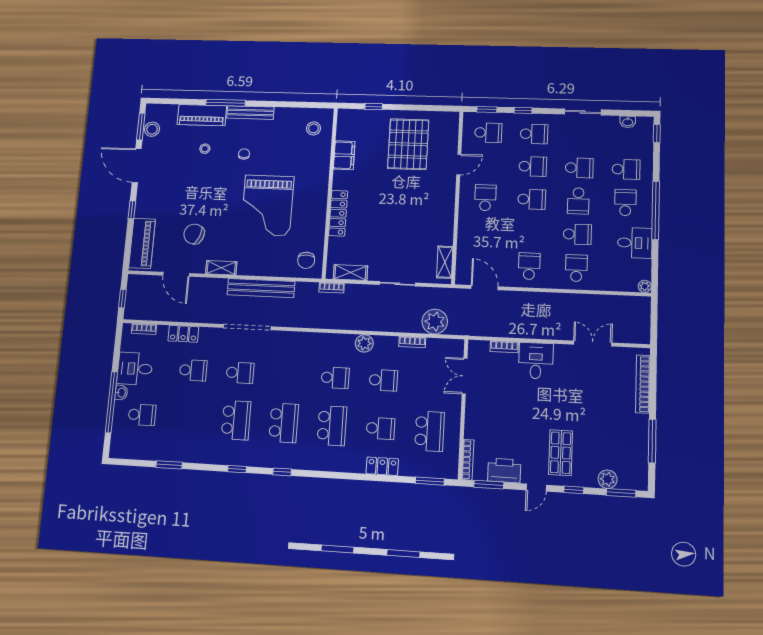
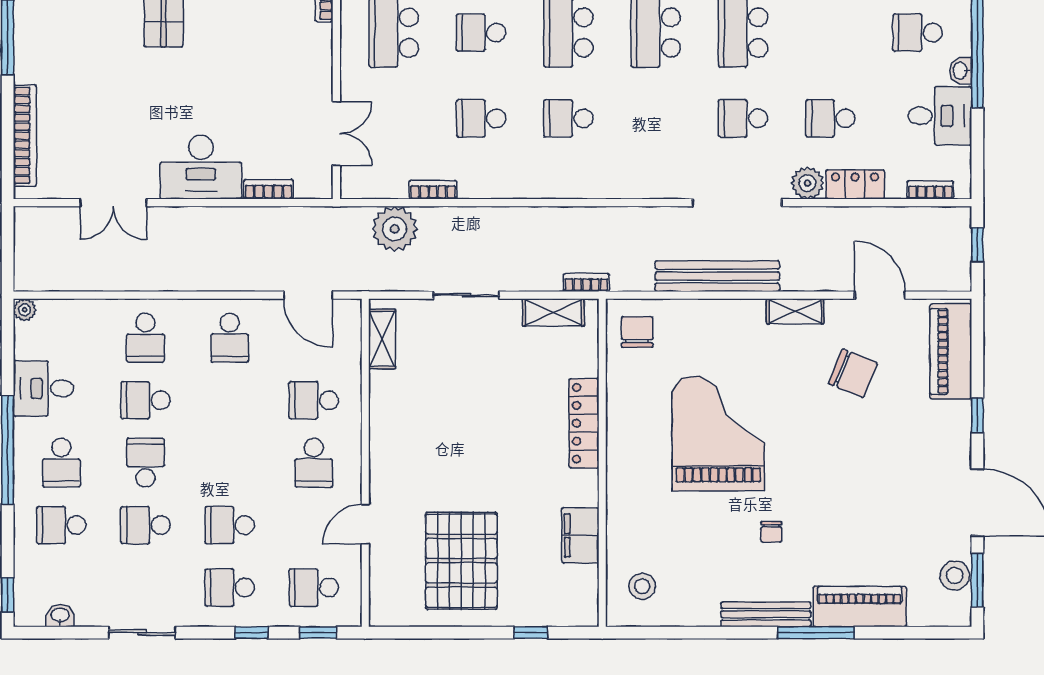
stool: (205, 149) -> (848, 540), removed
school desk: (532, 199) -> (314, 400), moved
plant: (364, 343) -> (807, 183), moved
desk: (536, 361) -> (201, 167), width x1.37

